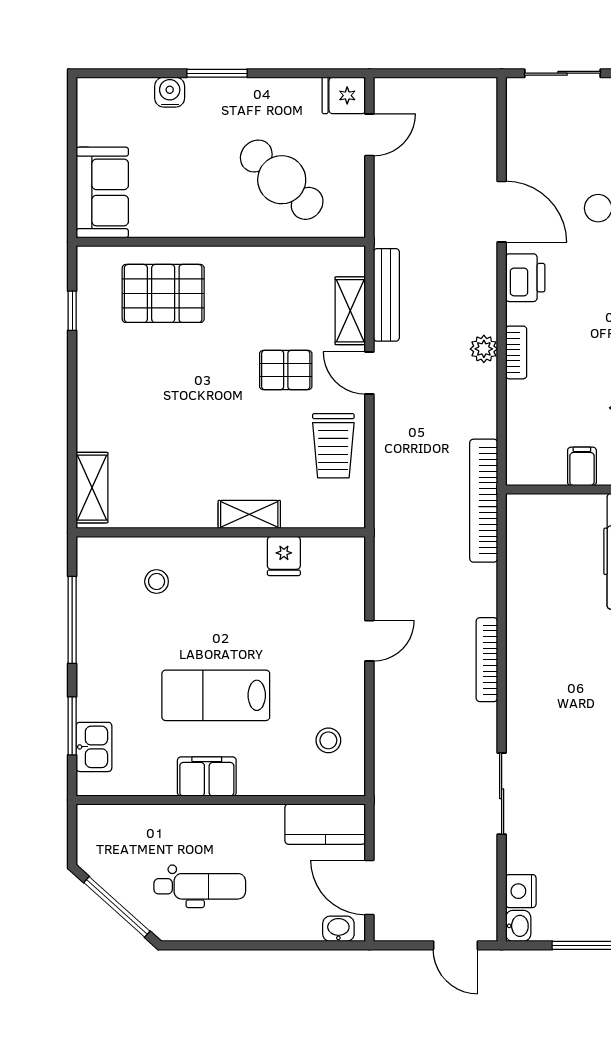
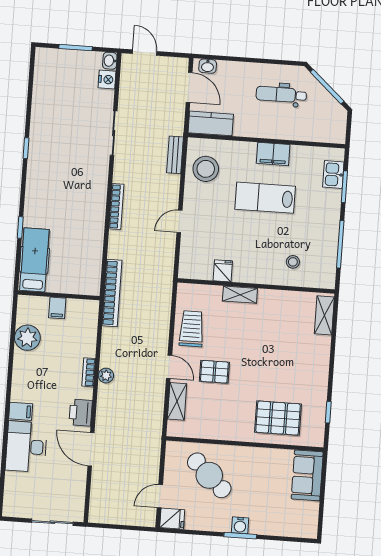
water cooler: (170, 92) -> (240, 525), moved
bench: (386, 295) -> (175, 155), moved, width x0.73
lab bench: (216, 695) -> (265, 198), turned 180
stool: (328, 740) -> (206, 169), width x1.89, depth x1.89

